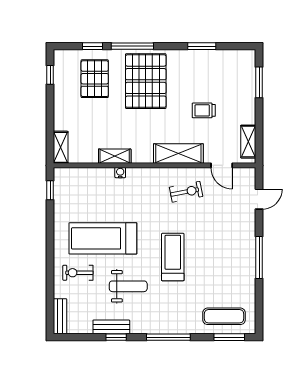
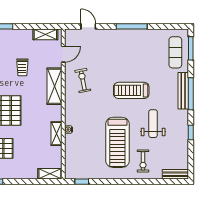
bench: (111, 327) -> (183, 91), moved, width x1.36

